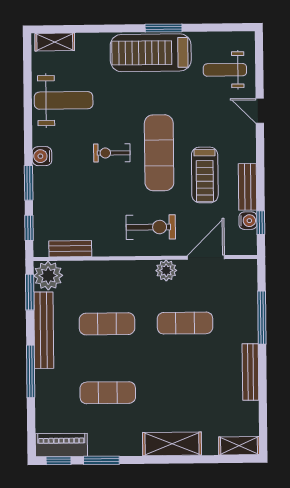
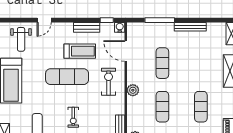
exercise bike: (112, 153) -> (73, 117), moved
water cooler: (248, 221) -> (120, 27), moved
plant: (166, 270) -> (133, 90), moved

